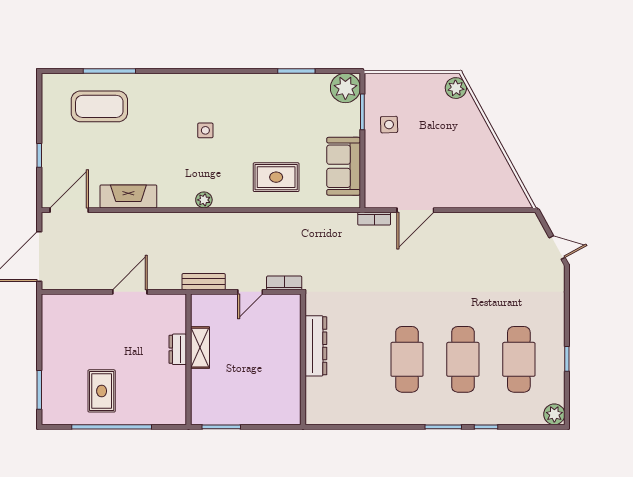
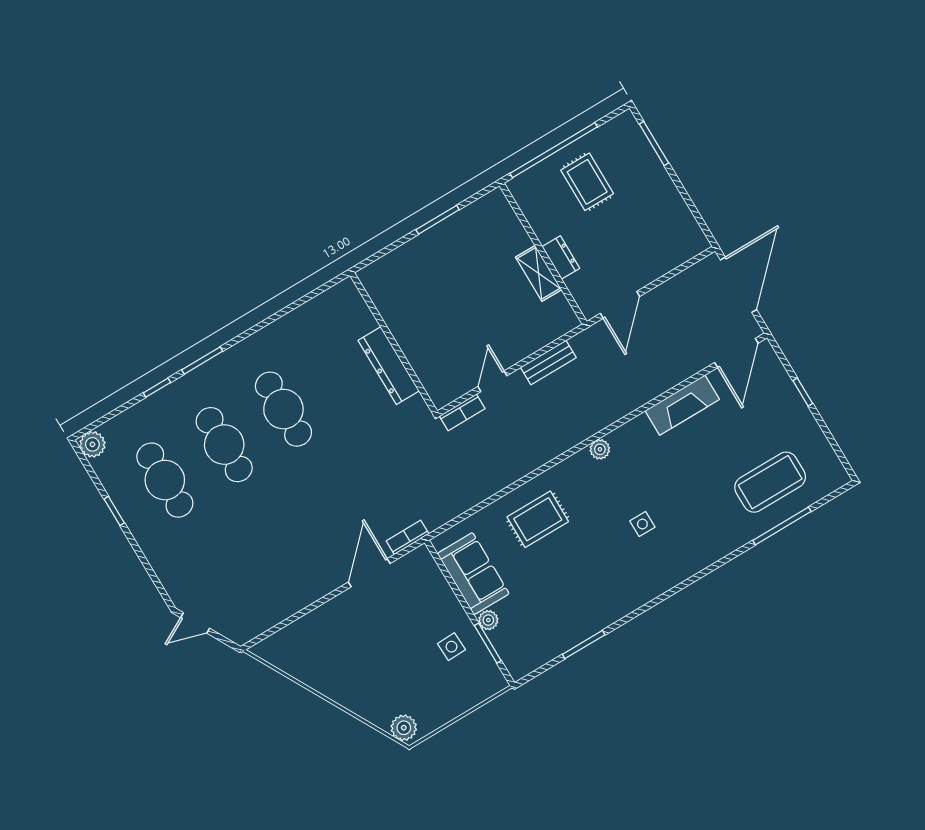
plant: (345, 88) -> (488, 620), moved, width x0.53, depth x0.53
shelving: (200, 348) -> (539, 273), moved
dresser: (178, 349) -> (561, 257), moved
wall: (189, 359) -> (543, 254), moved

